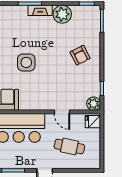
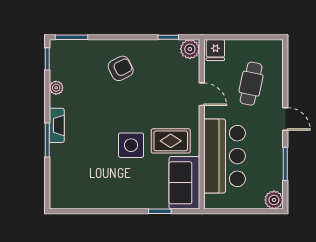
plant: (62, 14) -> (56, 88), width x0.53, depth x0.53
rug: (29, 90) -> (171, 141), added
door: (62, 112) -> (202, 94), hinge flipped

